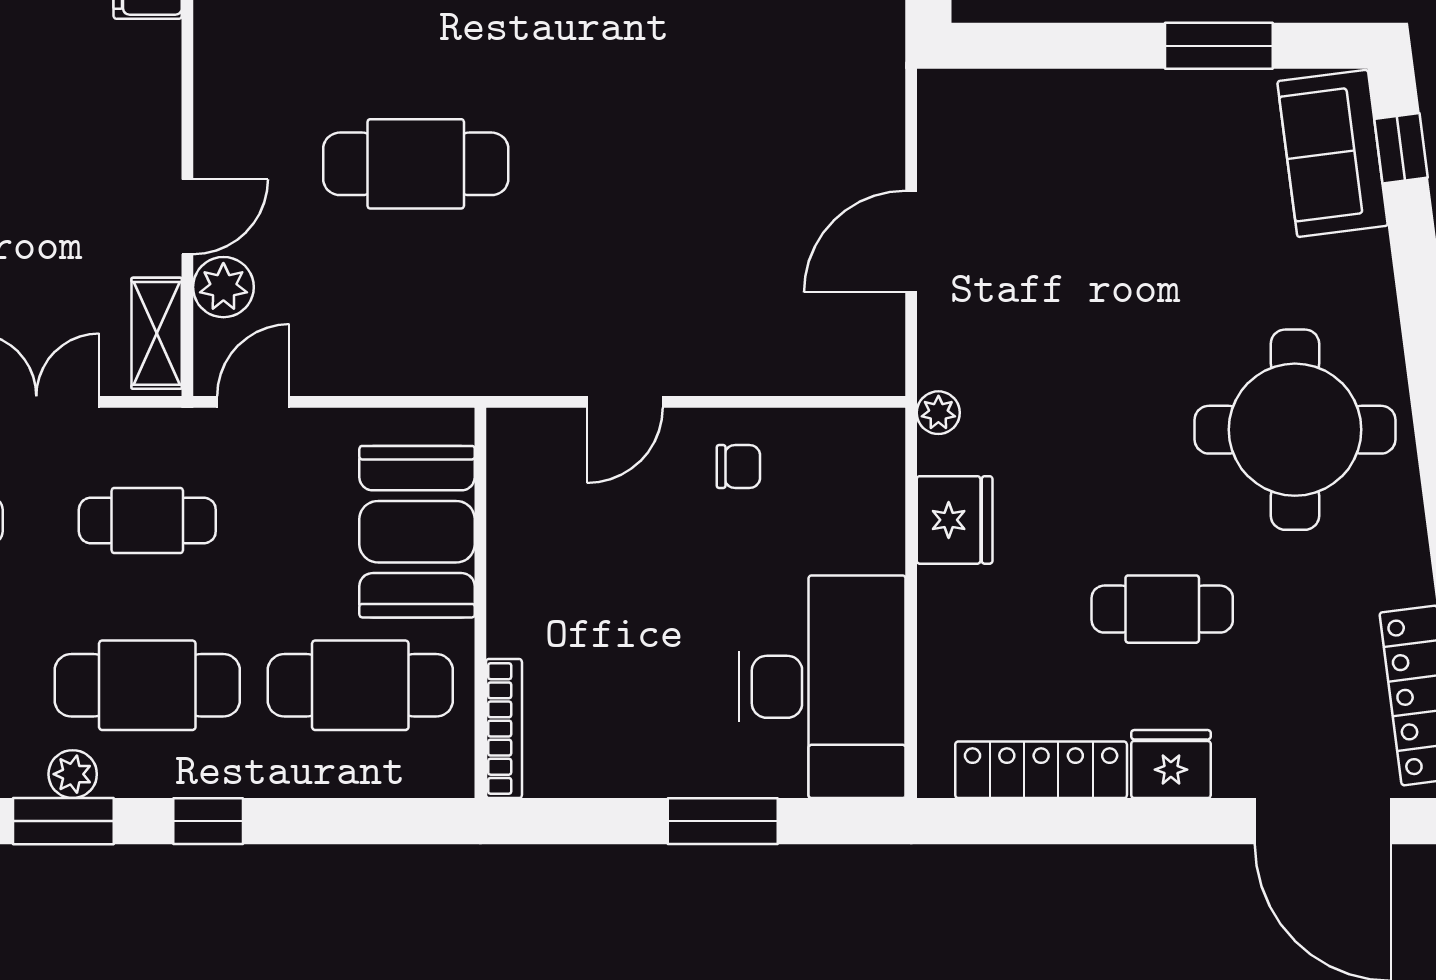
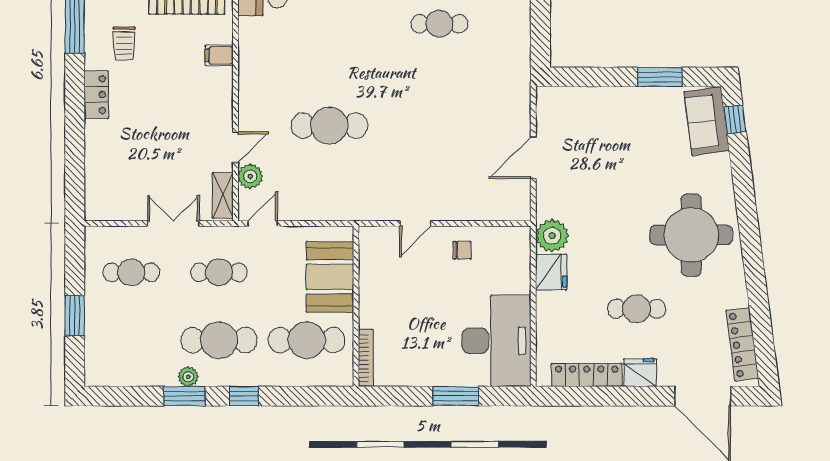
plant: (938, 413) -> (552, 236), width x1.88, depth x1.88

